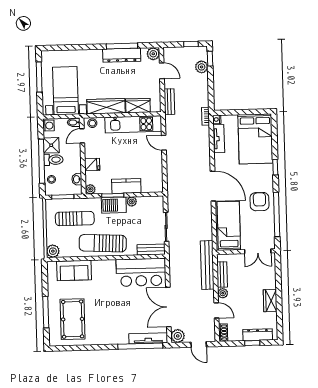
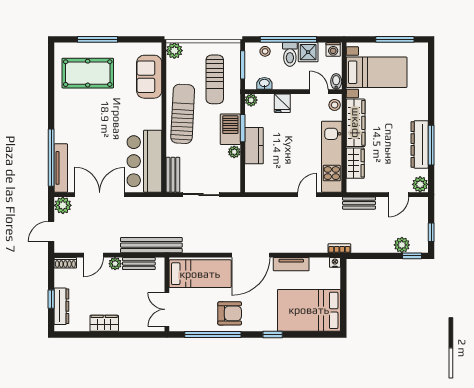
tv unit: (219, 139) -> (291, 264), moved

